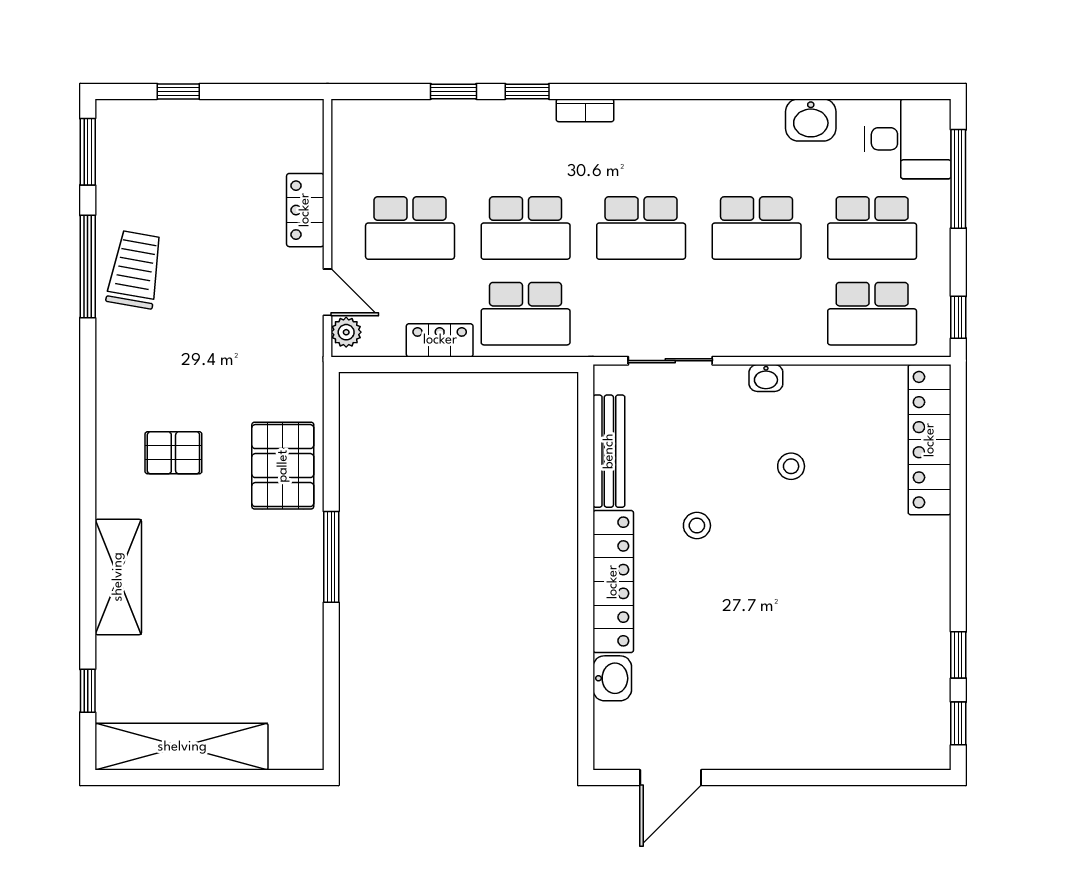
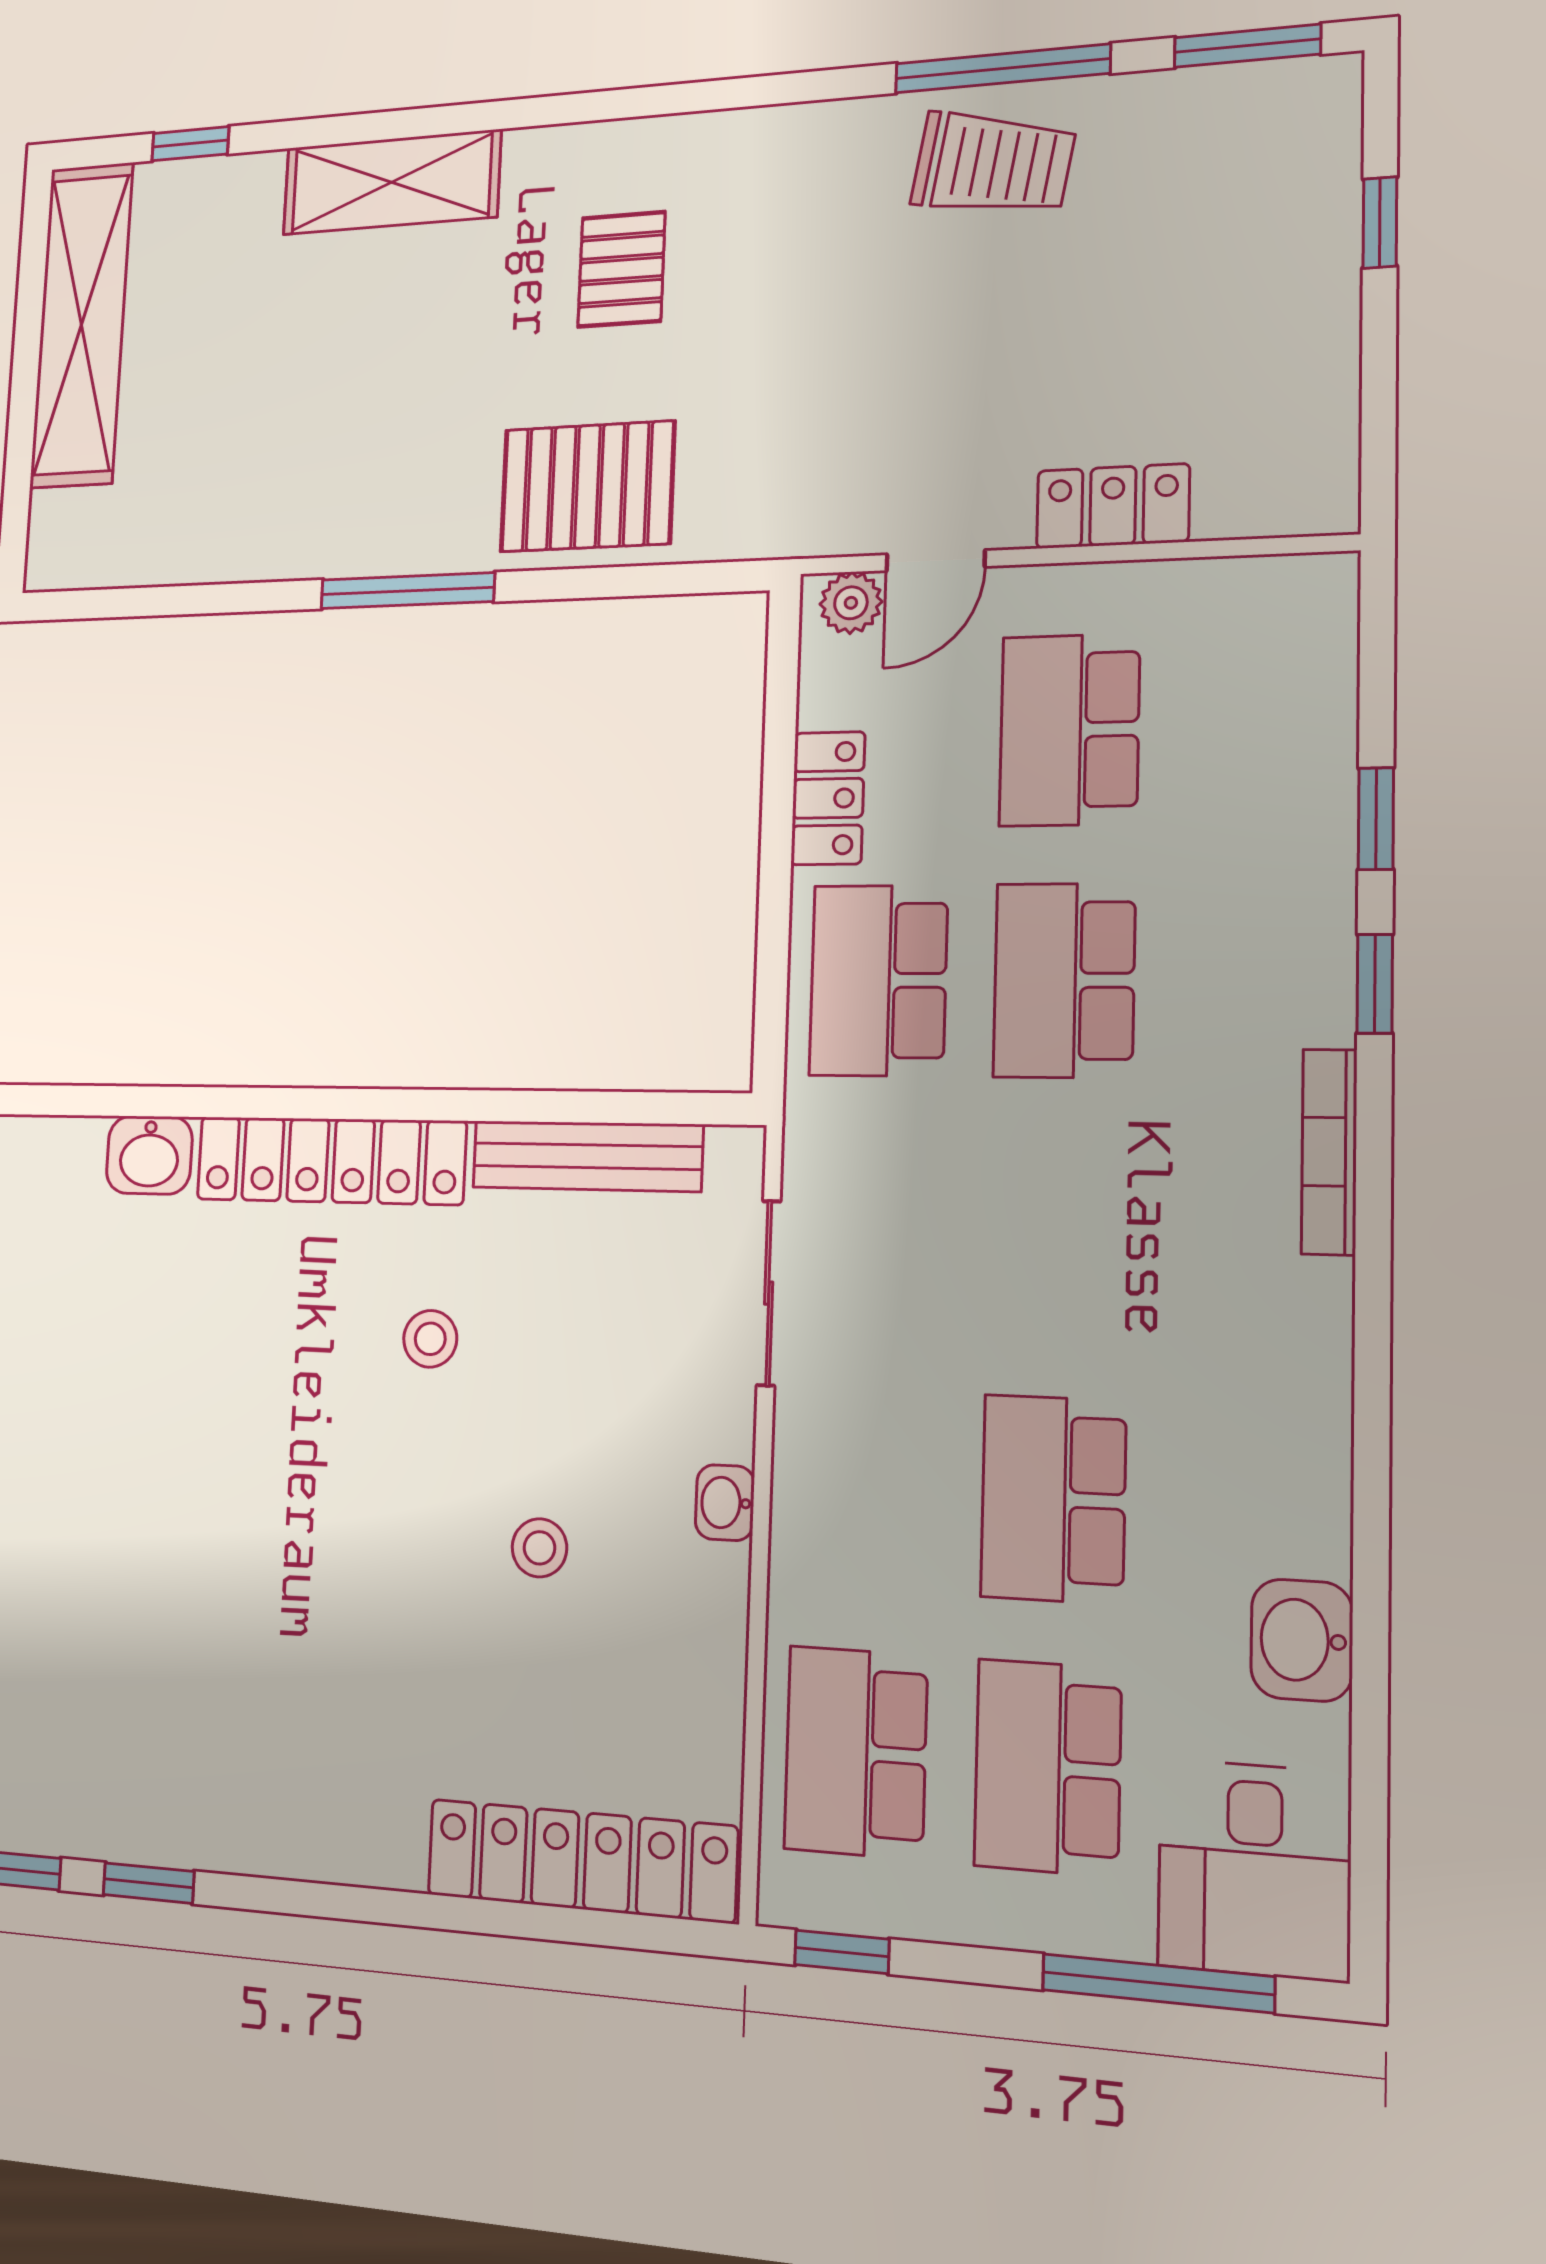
bookcase: (585, 110) -> (1329, 1152), width x1.56
school desk: (641, 228) -> (1059, 1237), removed

